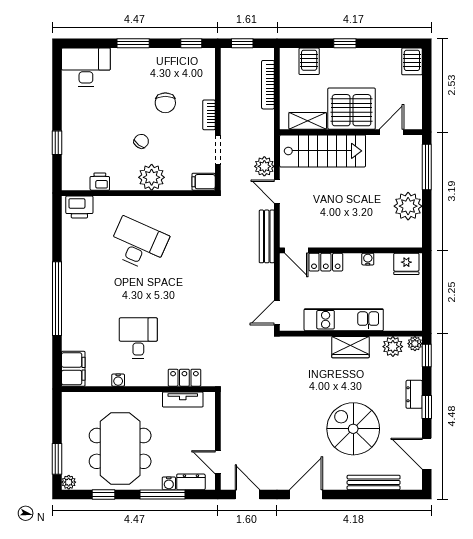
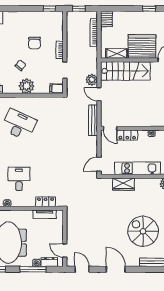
window: (133, 43) -> (16, 9), removed
window: (345, 43) -> (149, 9), moved
server rack: (309, 61) -> (106, 19), moved
wardrobe: (350, 347) -> (124, 184), moved
door: (306, 494) -> (116, 269), hinge flipped

